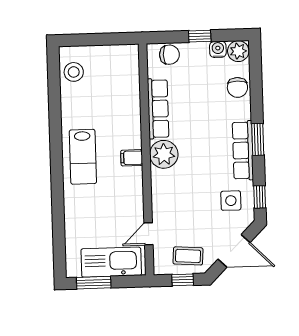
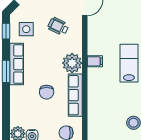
chair: (237, 87) -> (47, 92), moved, turned 180
wheelchair: (185, 206) -> (58, 26), added

